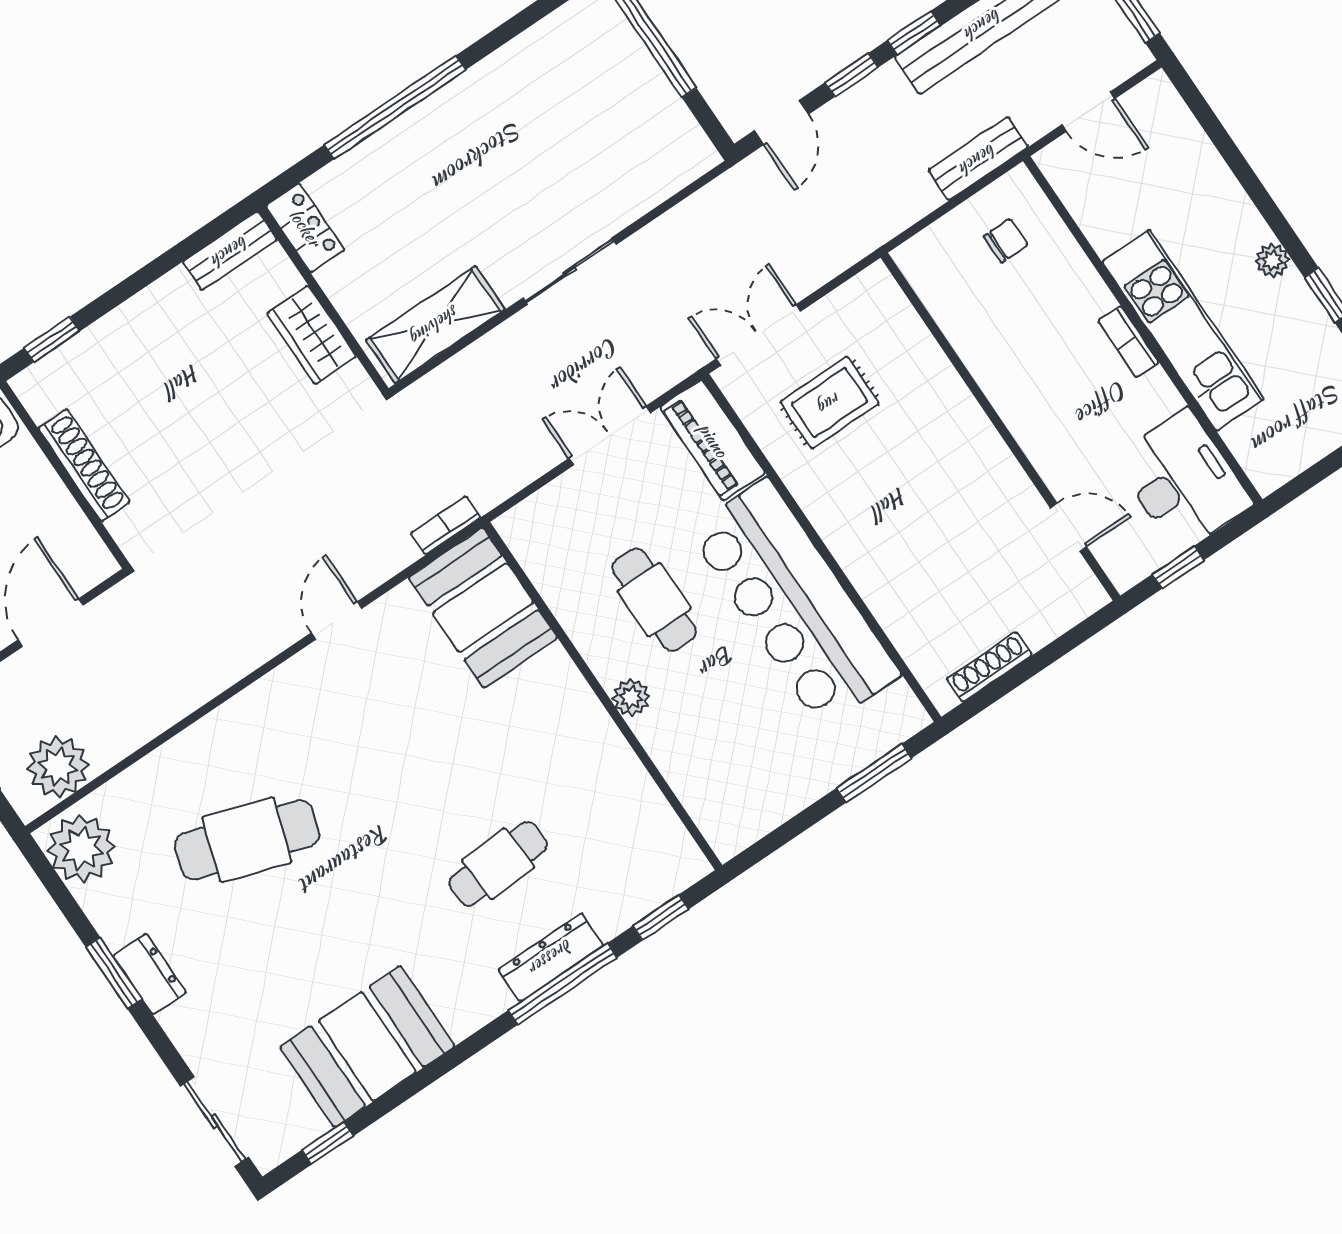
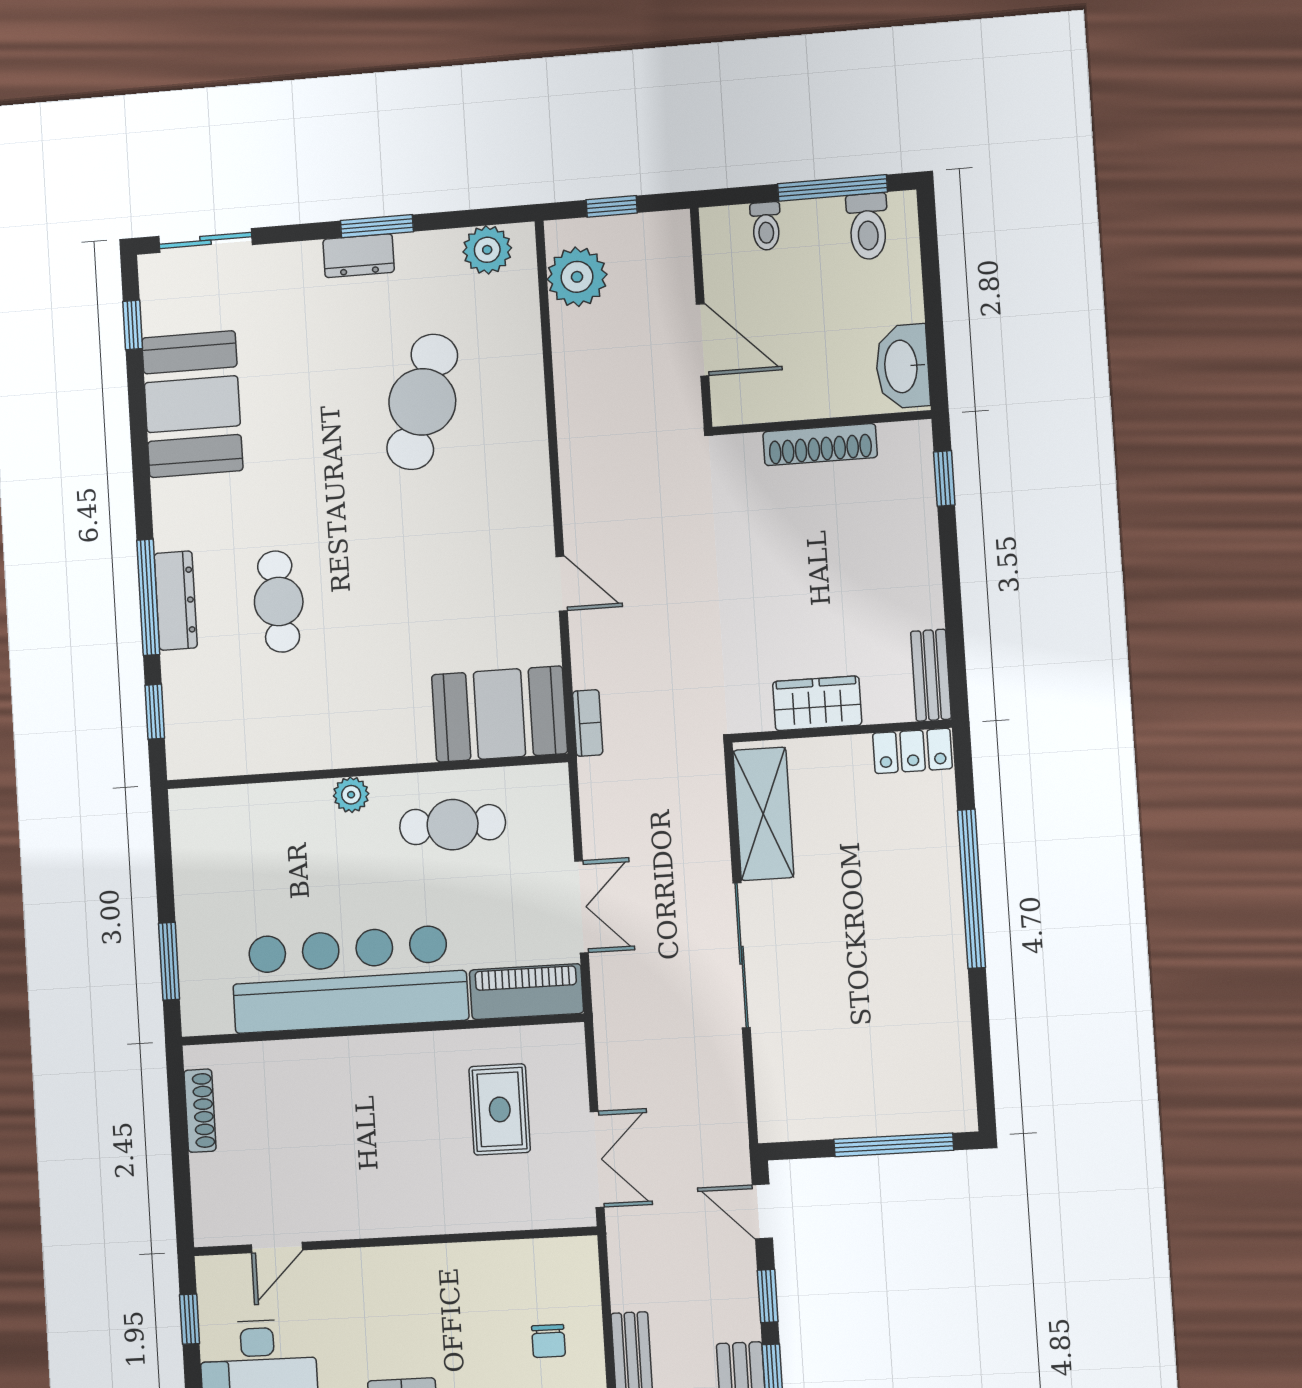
sliding door: (570, 271) -> (742, 955), width x1.37
double door: (758, 335) -> (597, 1159), moved
cafe table: (654, 600) -> (453, 825), moved
plant: (82, 849) -> (487, 250), width x0.73, depth x0.73

